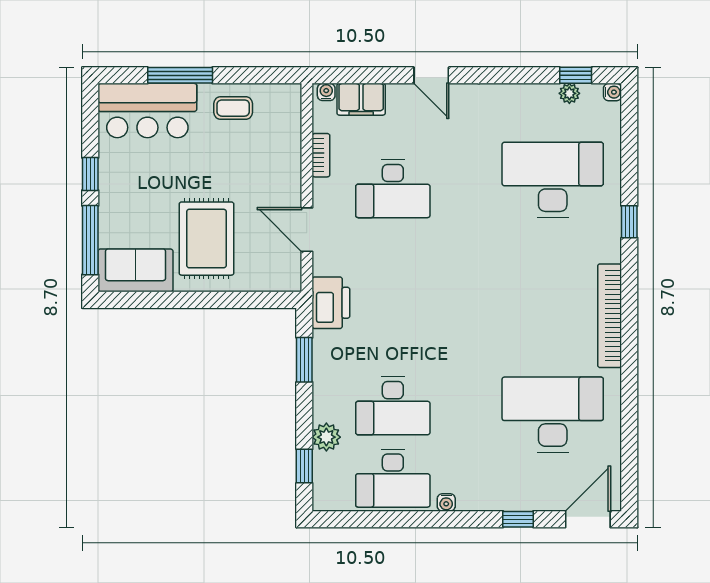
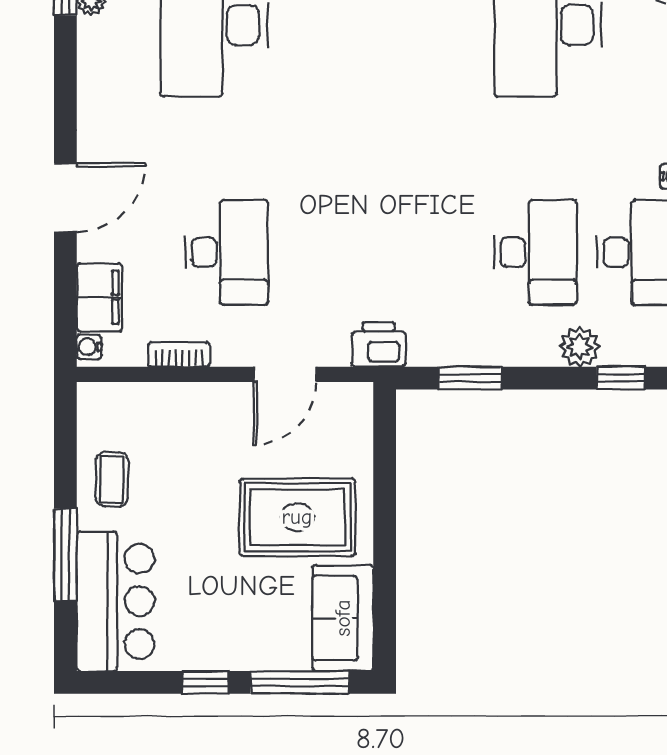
door: (431, 75) -> (65, 197), width x1.38
printer: (331, 303) -> (379, 345), width x0.73, depth x0.84

